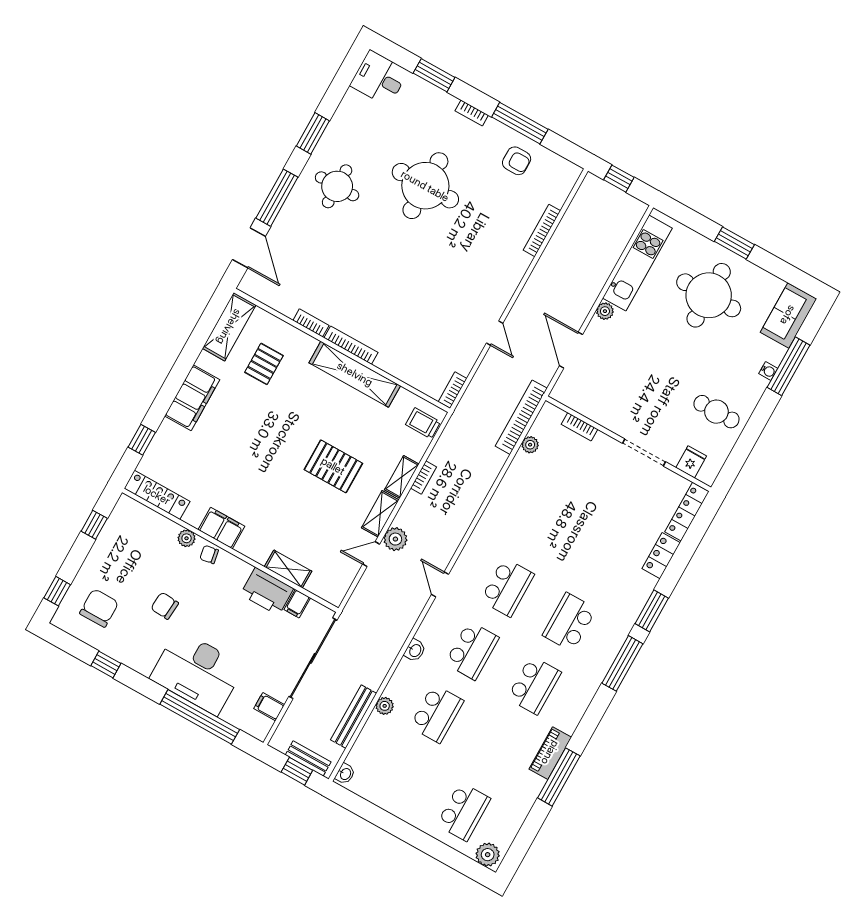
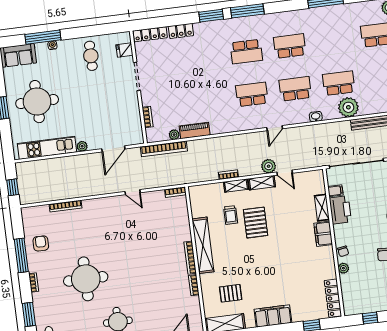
door: (495, 333) -> (133, 192), swing flipped
trolley: (423, 423) -> (231, 215), moved
filing cabinet: (221, 528) -> (323, 234), moved
plant: (385, 706) -> (348, 107), width x1.87, depth x1.87
piano: (550, 753) -> (195, 130), moved, turned 180

